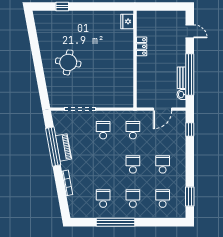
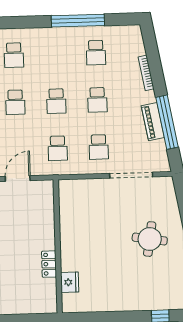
fridge: (127, 21) -> (70, 282), moved
school desk: (133, 199) -> (97, 100), moved

